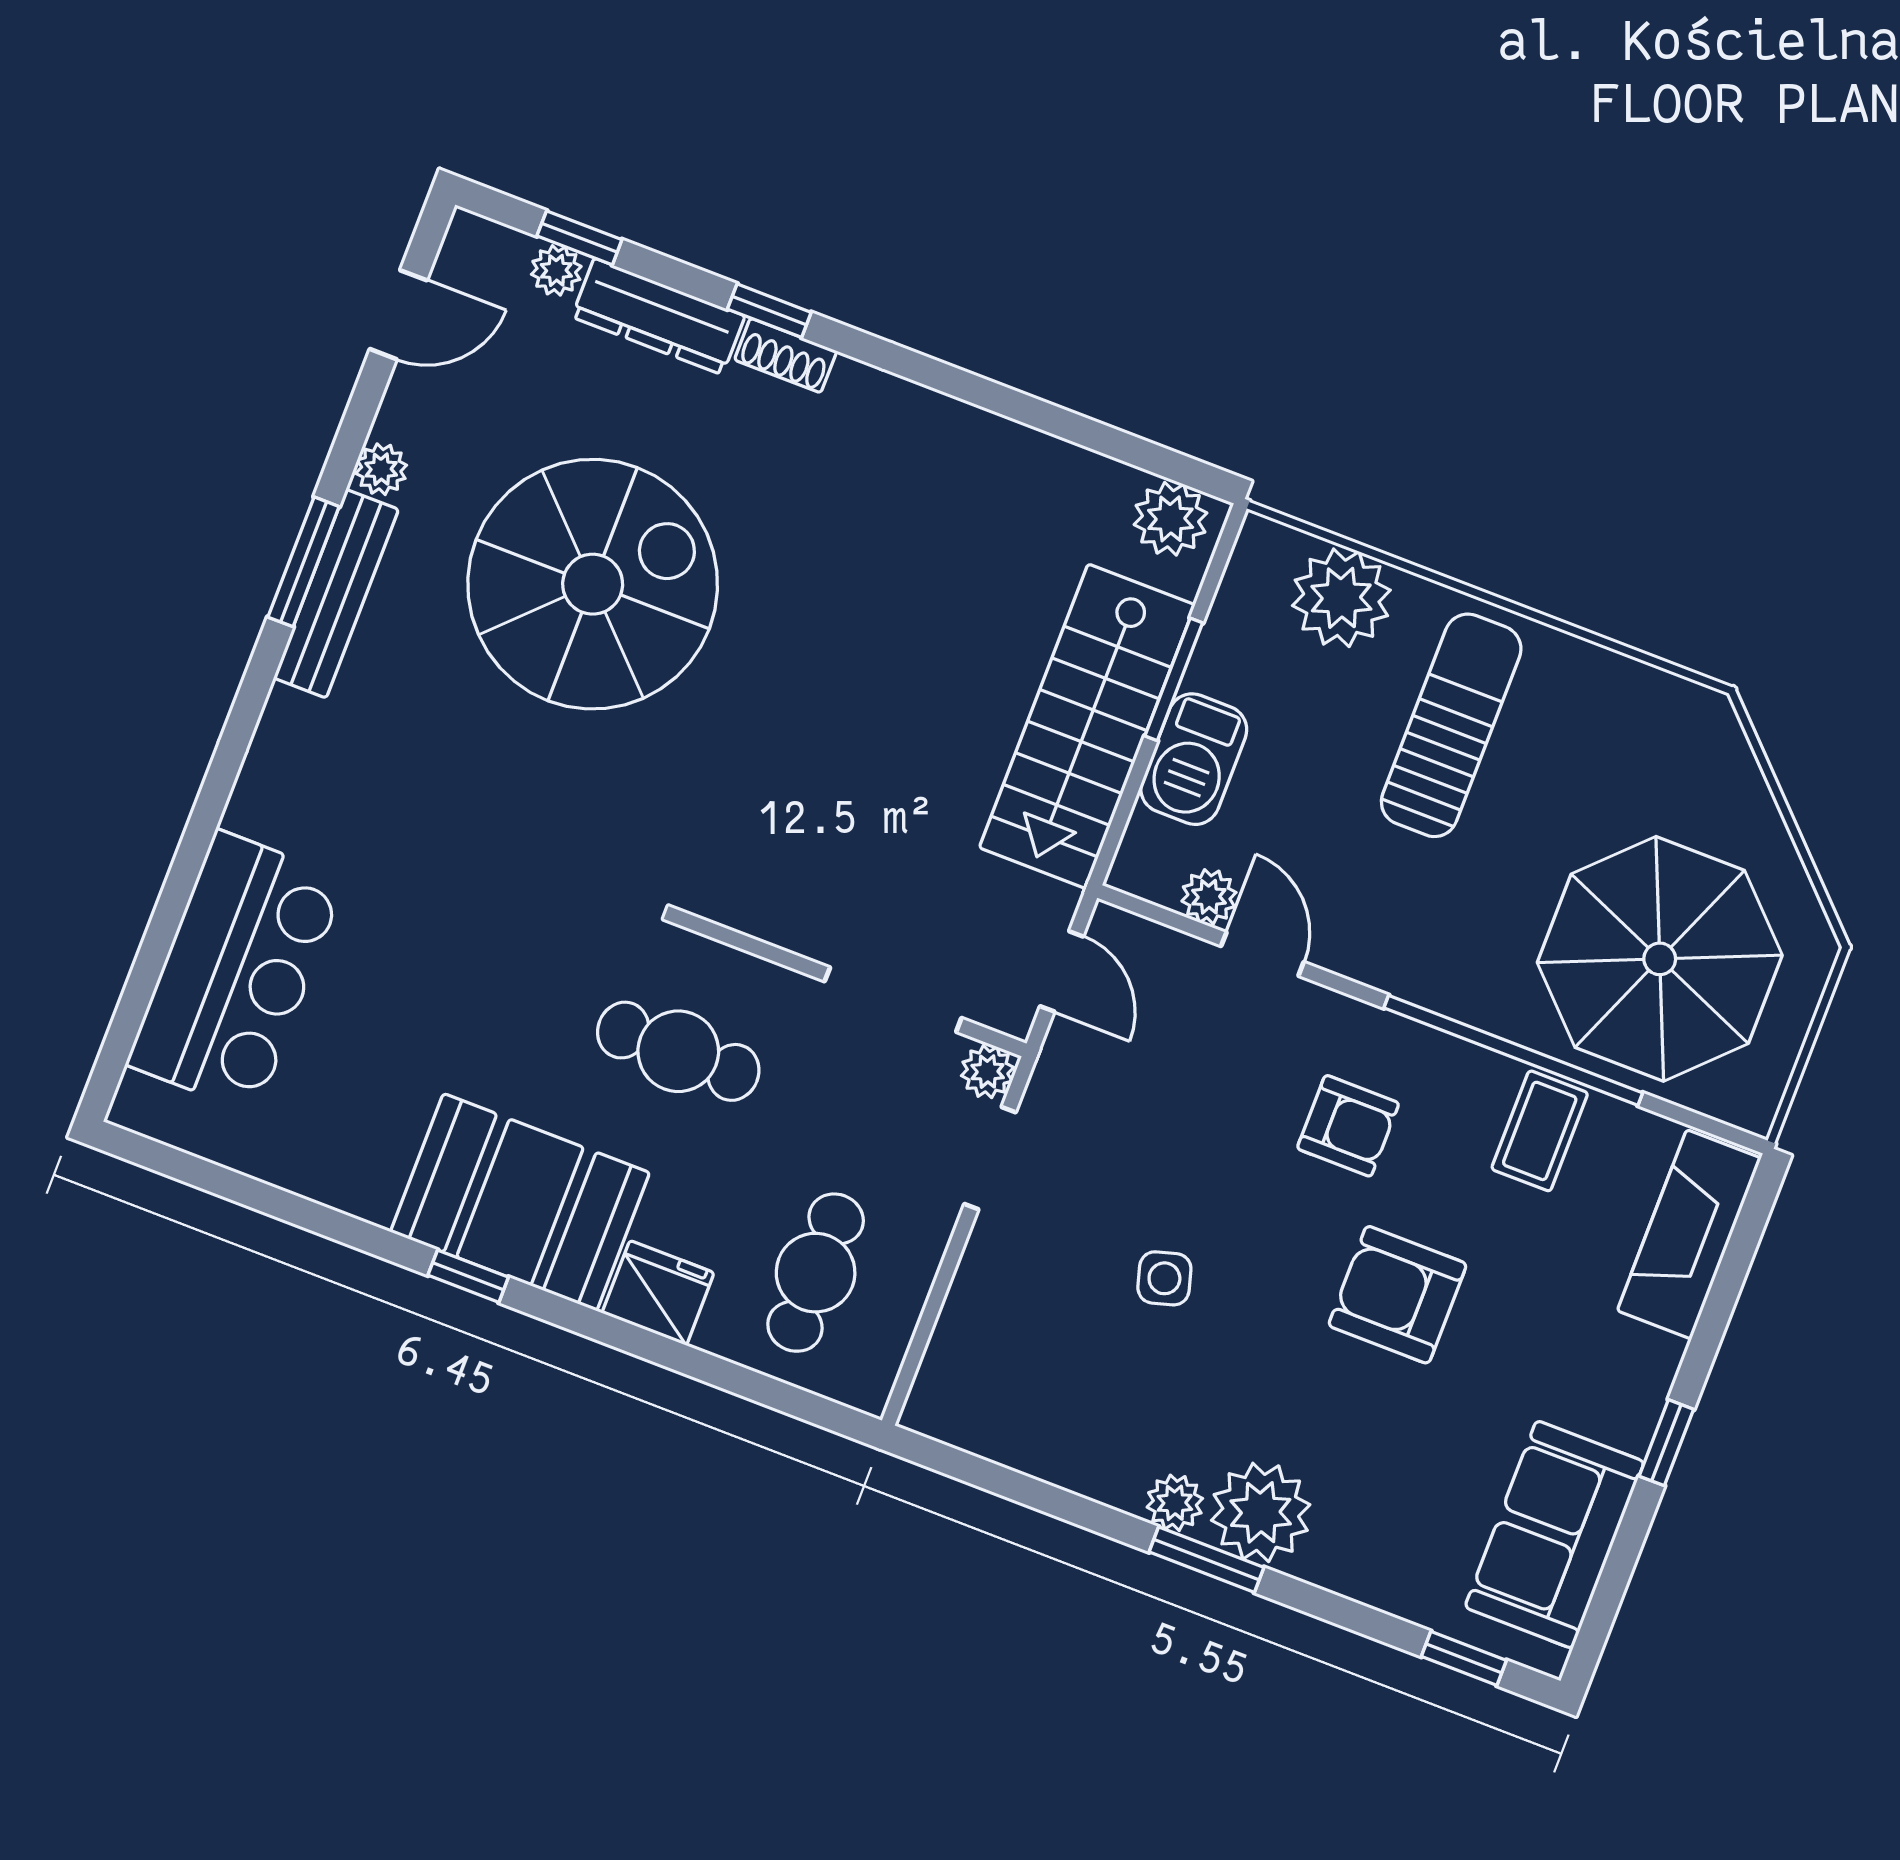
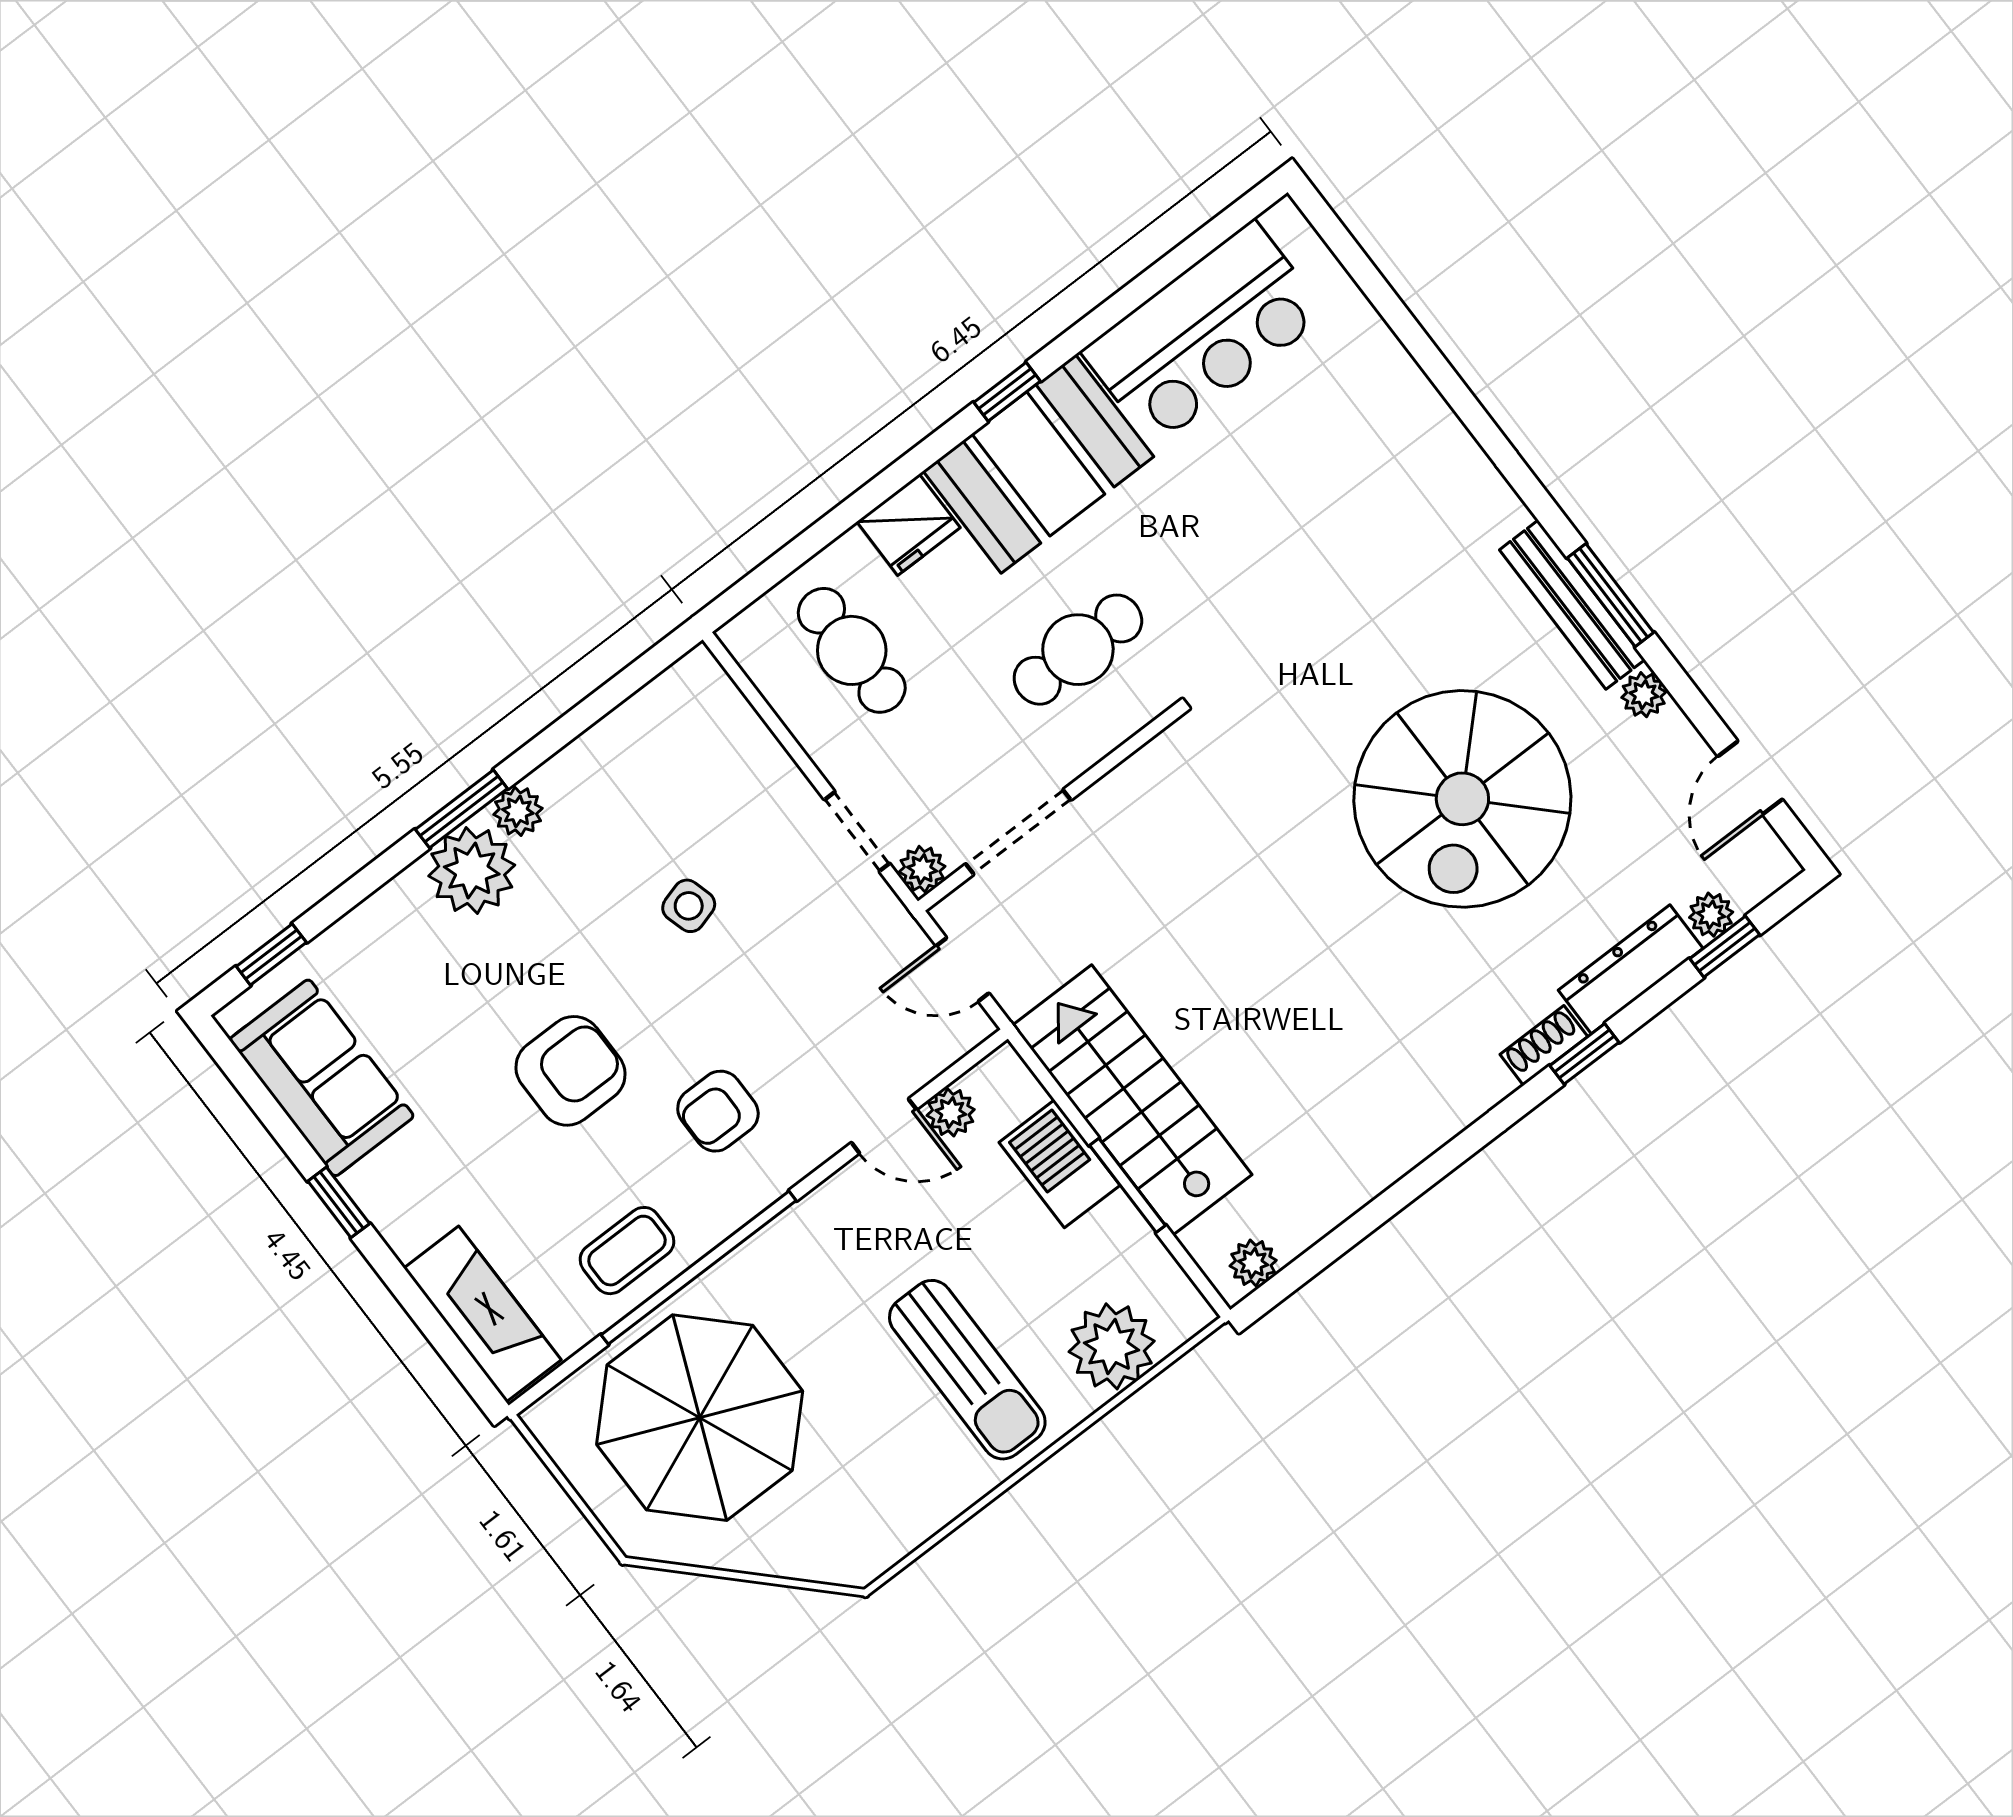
plant: (1171, 519) -> (1253, 1263), width x0.73, depth x0.73
bar counter: (236, 972) -> (1204, 333), moved, turned -90
coffee table: (1540, 1131) -> (627, 1251), turned 90

